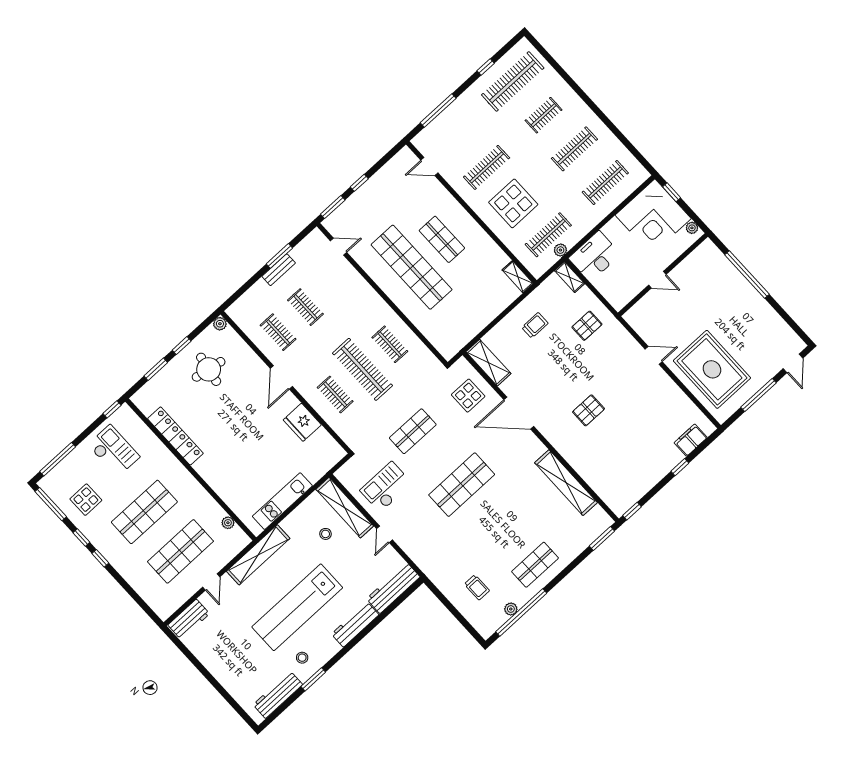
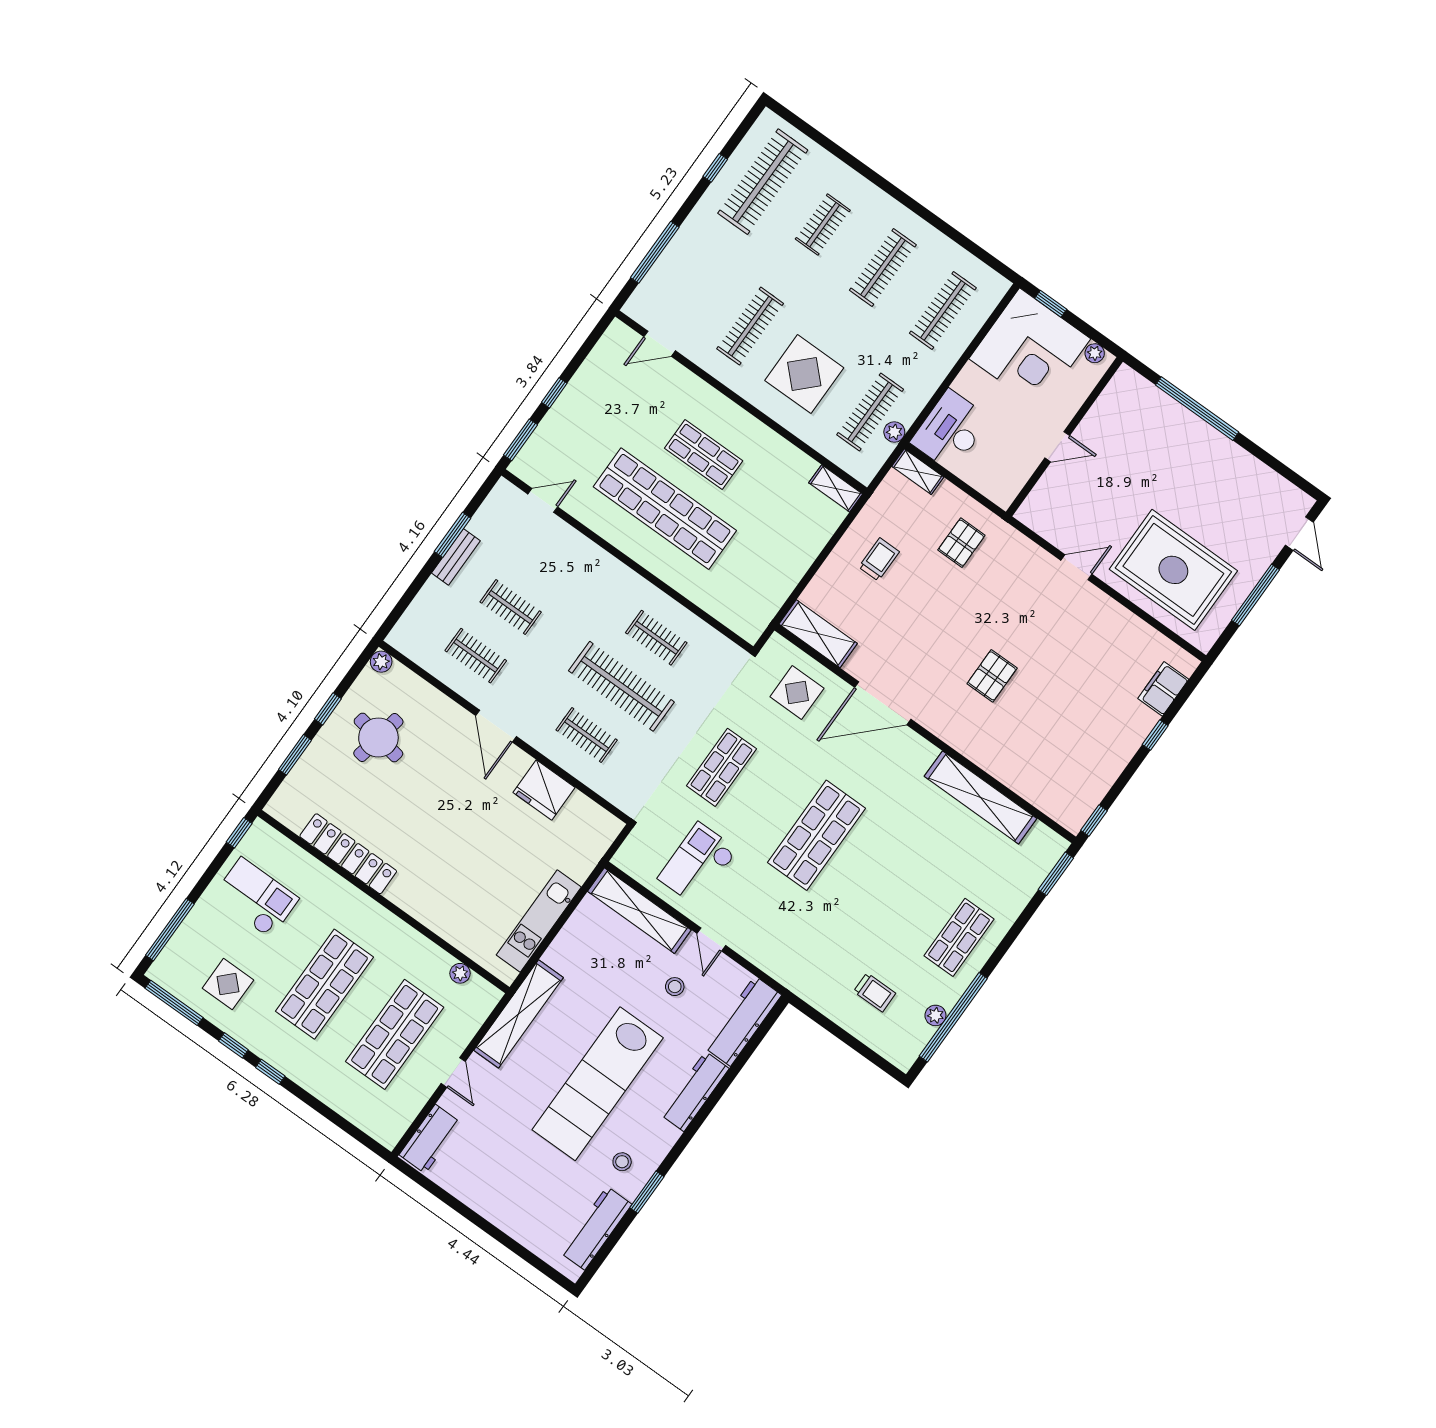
stool: (326, 534) -> (675, 987), moved

